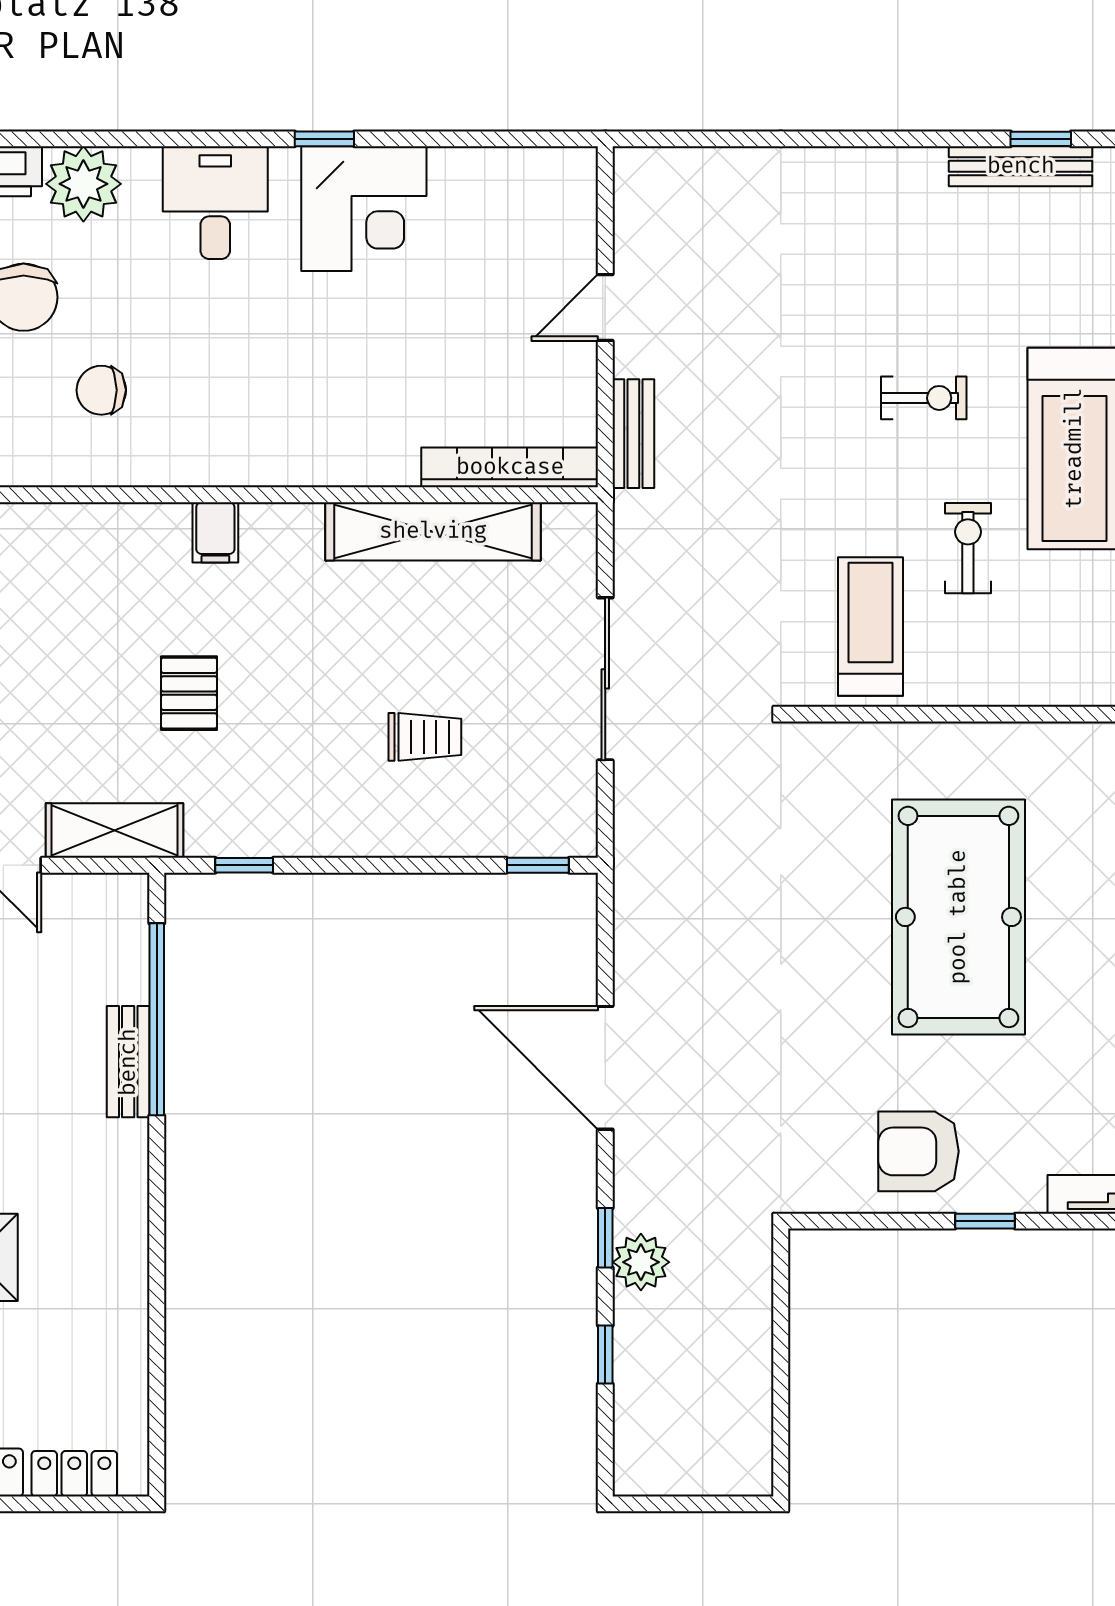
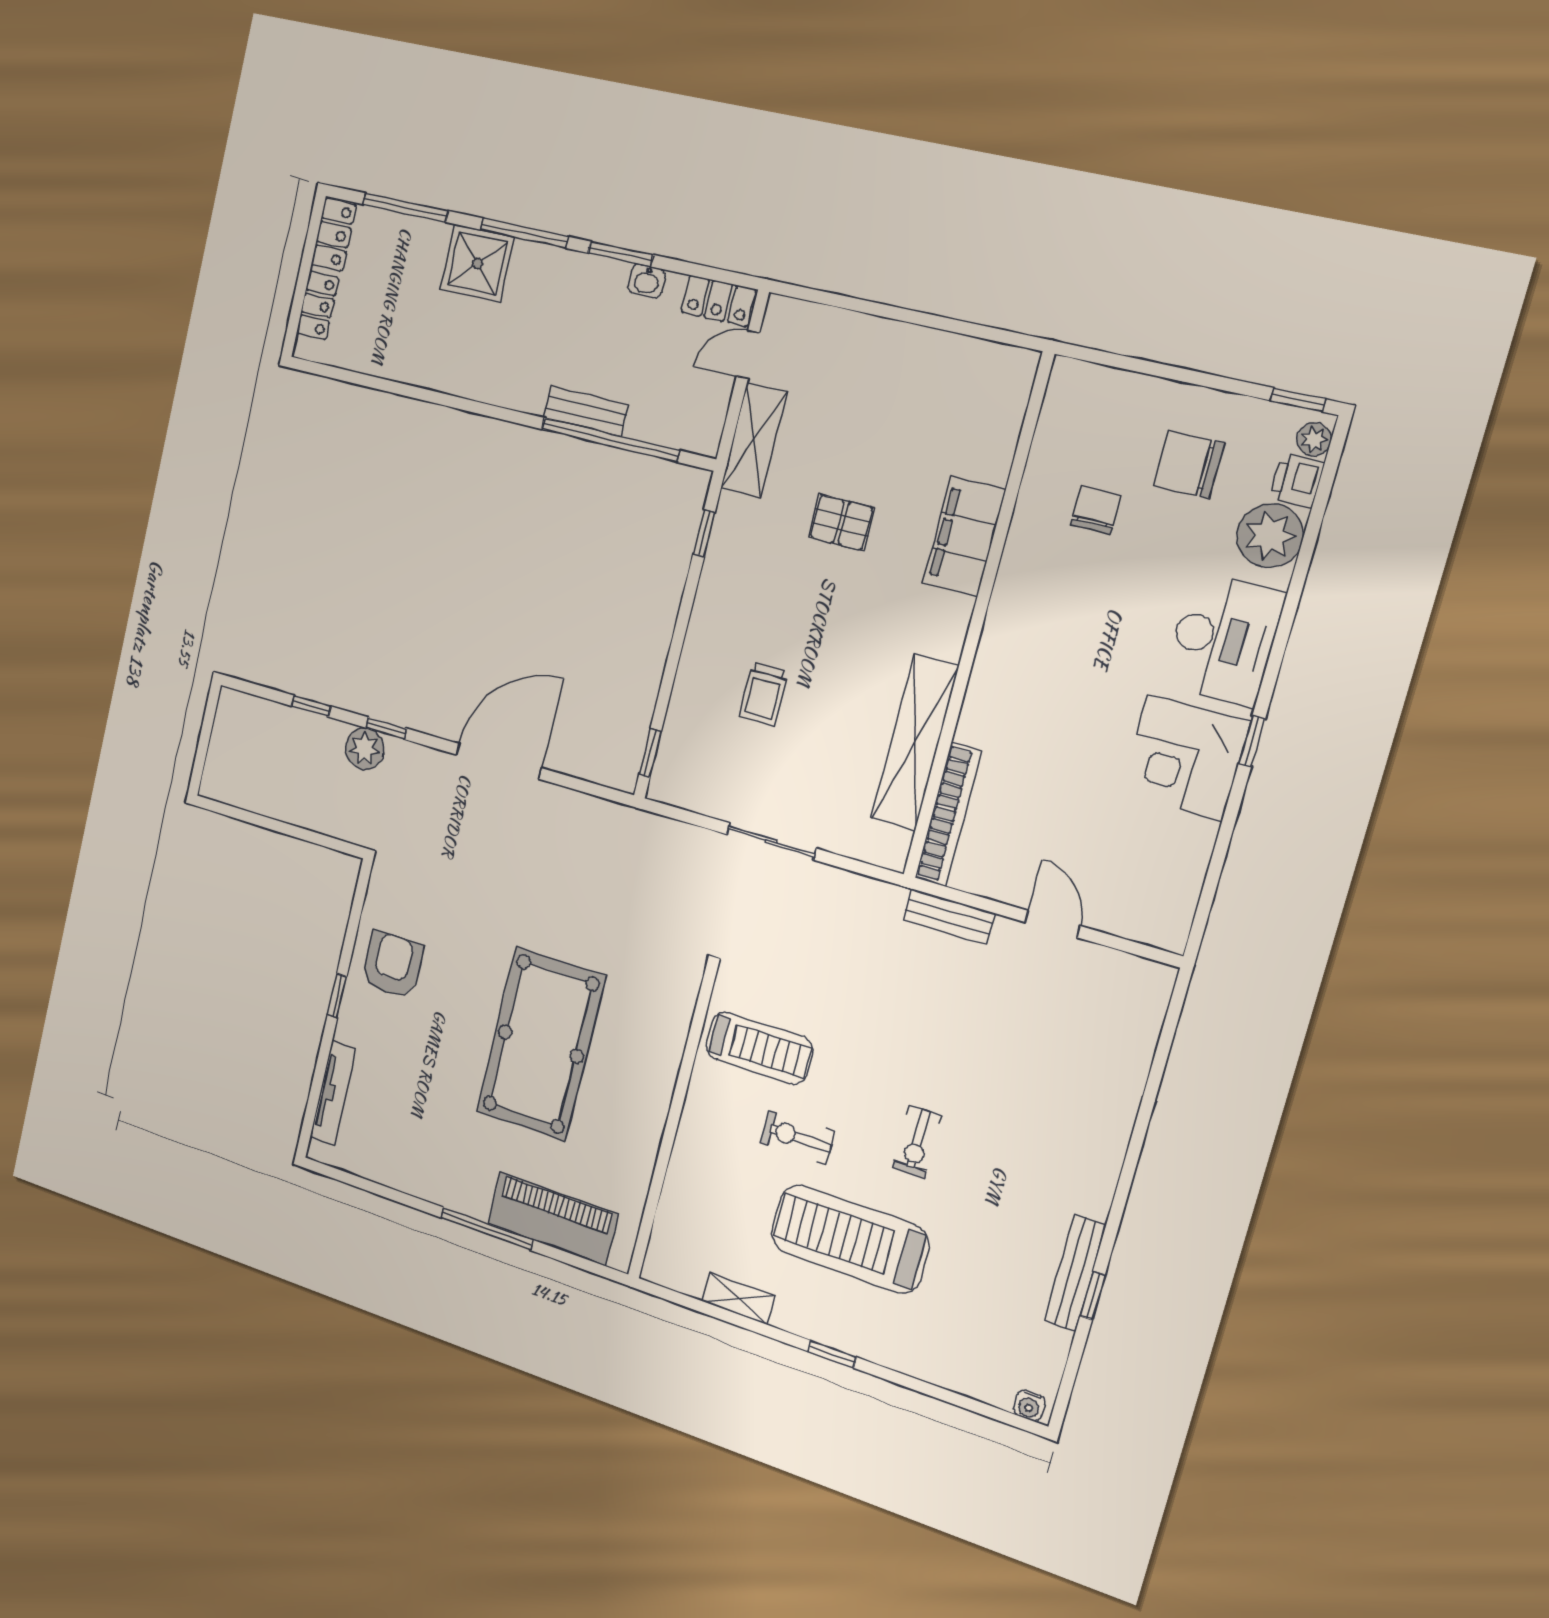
desk: (215, 203) -> (1224, 639), width x1.37
filing cabinet: (215, 532) -> (964, 537), width x3.00, depth x1.17
exercise bike: (968, 548) -> (797, 1137), turned 180
sliding door: (605, 679) -> (771, 841), width x0.73
pool table: (958, 917) -> (541, 1044), turned 90

